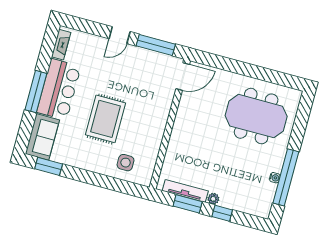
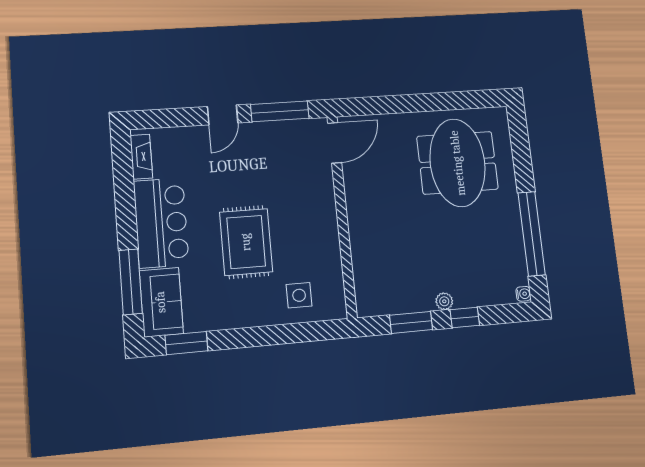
window: (36, 92) -> (131, 282), moved
meeting table: (256, 116) -> (458, 163), turned 90
water cooler: (275, 178) -> (523, 294), moved
tv unit: (185, 191) -> (400, 305), removed

